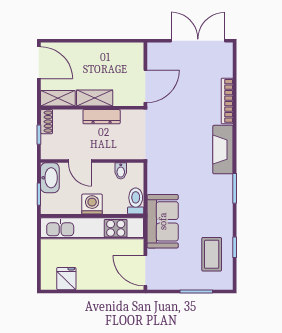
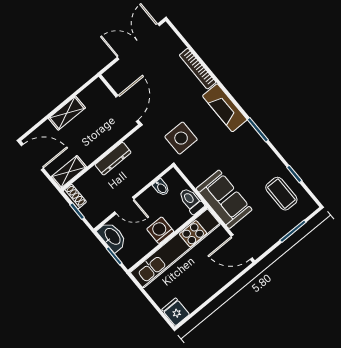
shelving: (95, 98) -> (67, 113), moved
side table: (169, 145) -> (181, 138), added
fridge: (66, 279) -> (176, 312), moved

